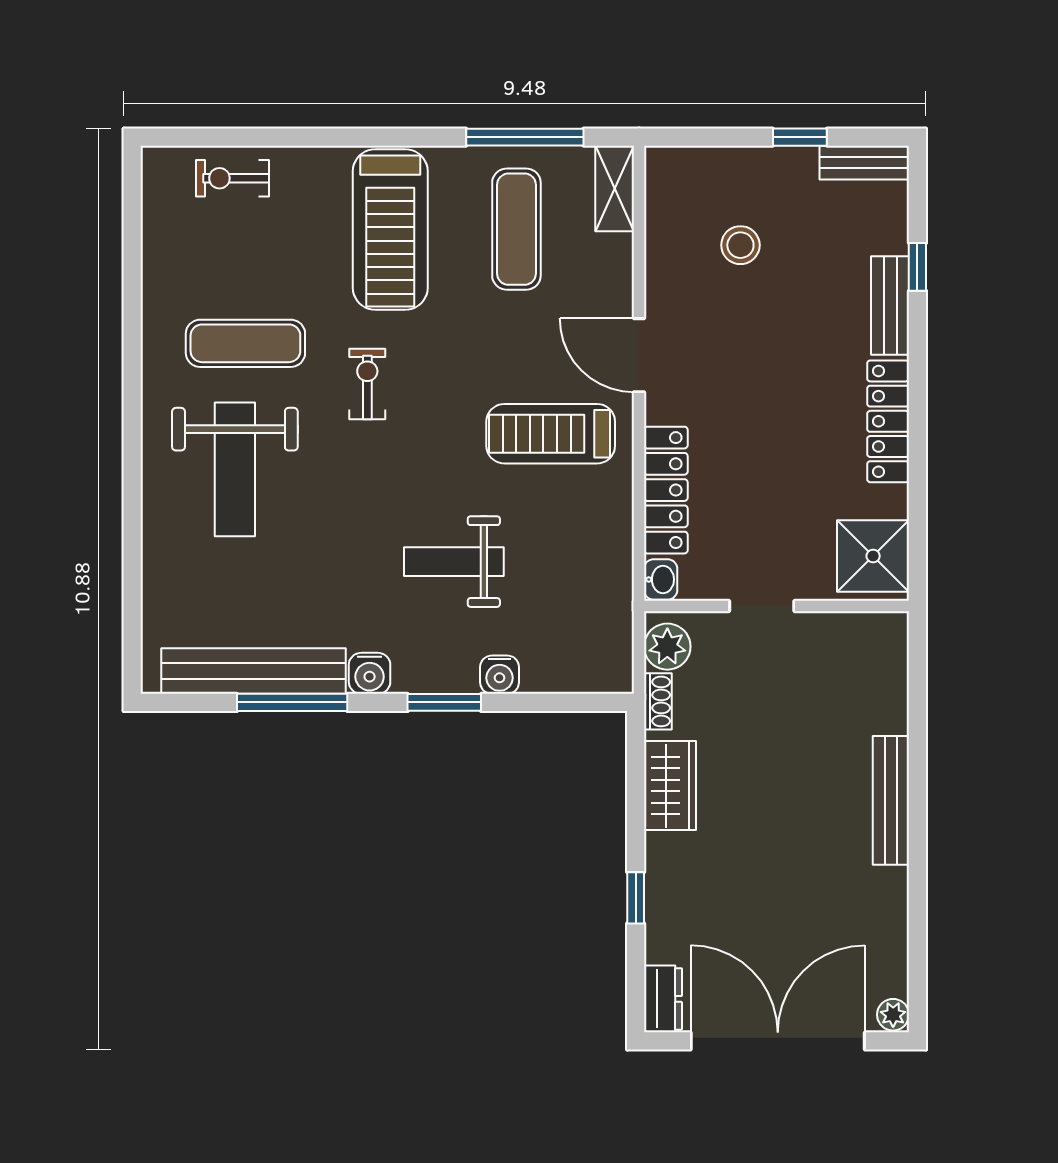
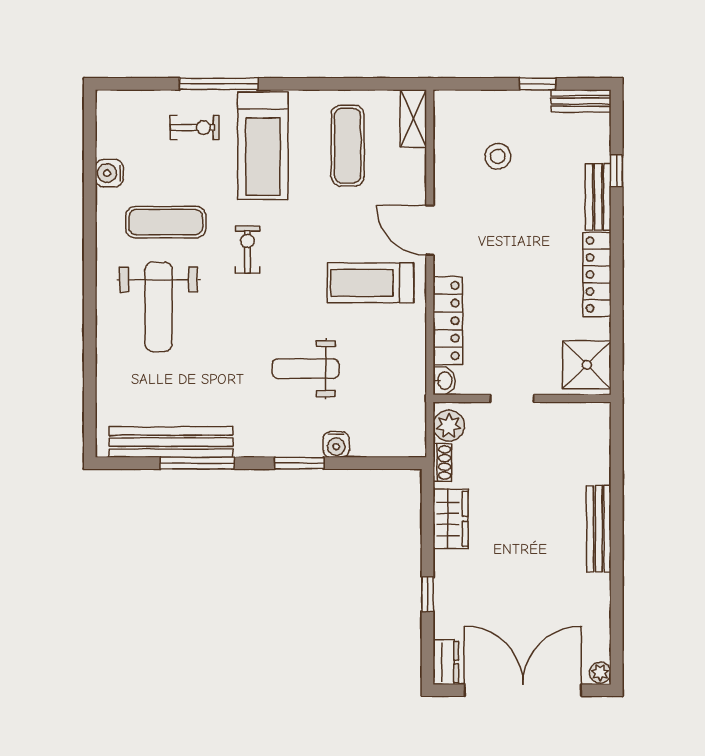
window: (525, 137) -> (219, 84), moved
exercise bike: (233, 178) -> (195, 127), moved, turned 180
water cooler: (370, 673) -> (109, 173), moved, turned 90

